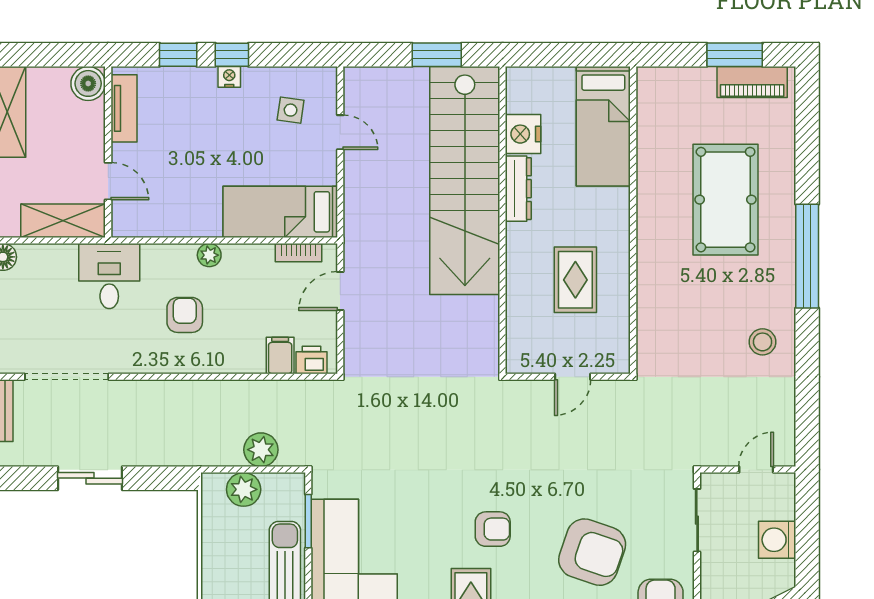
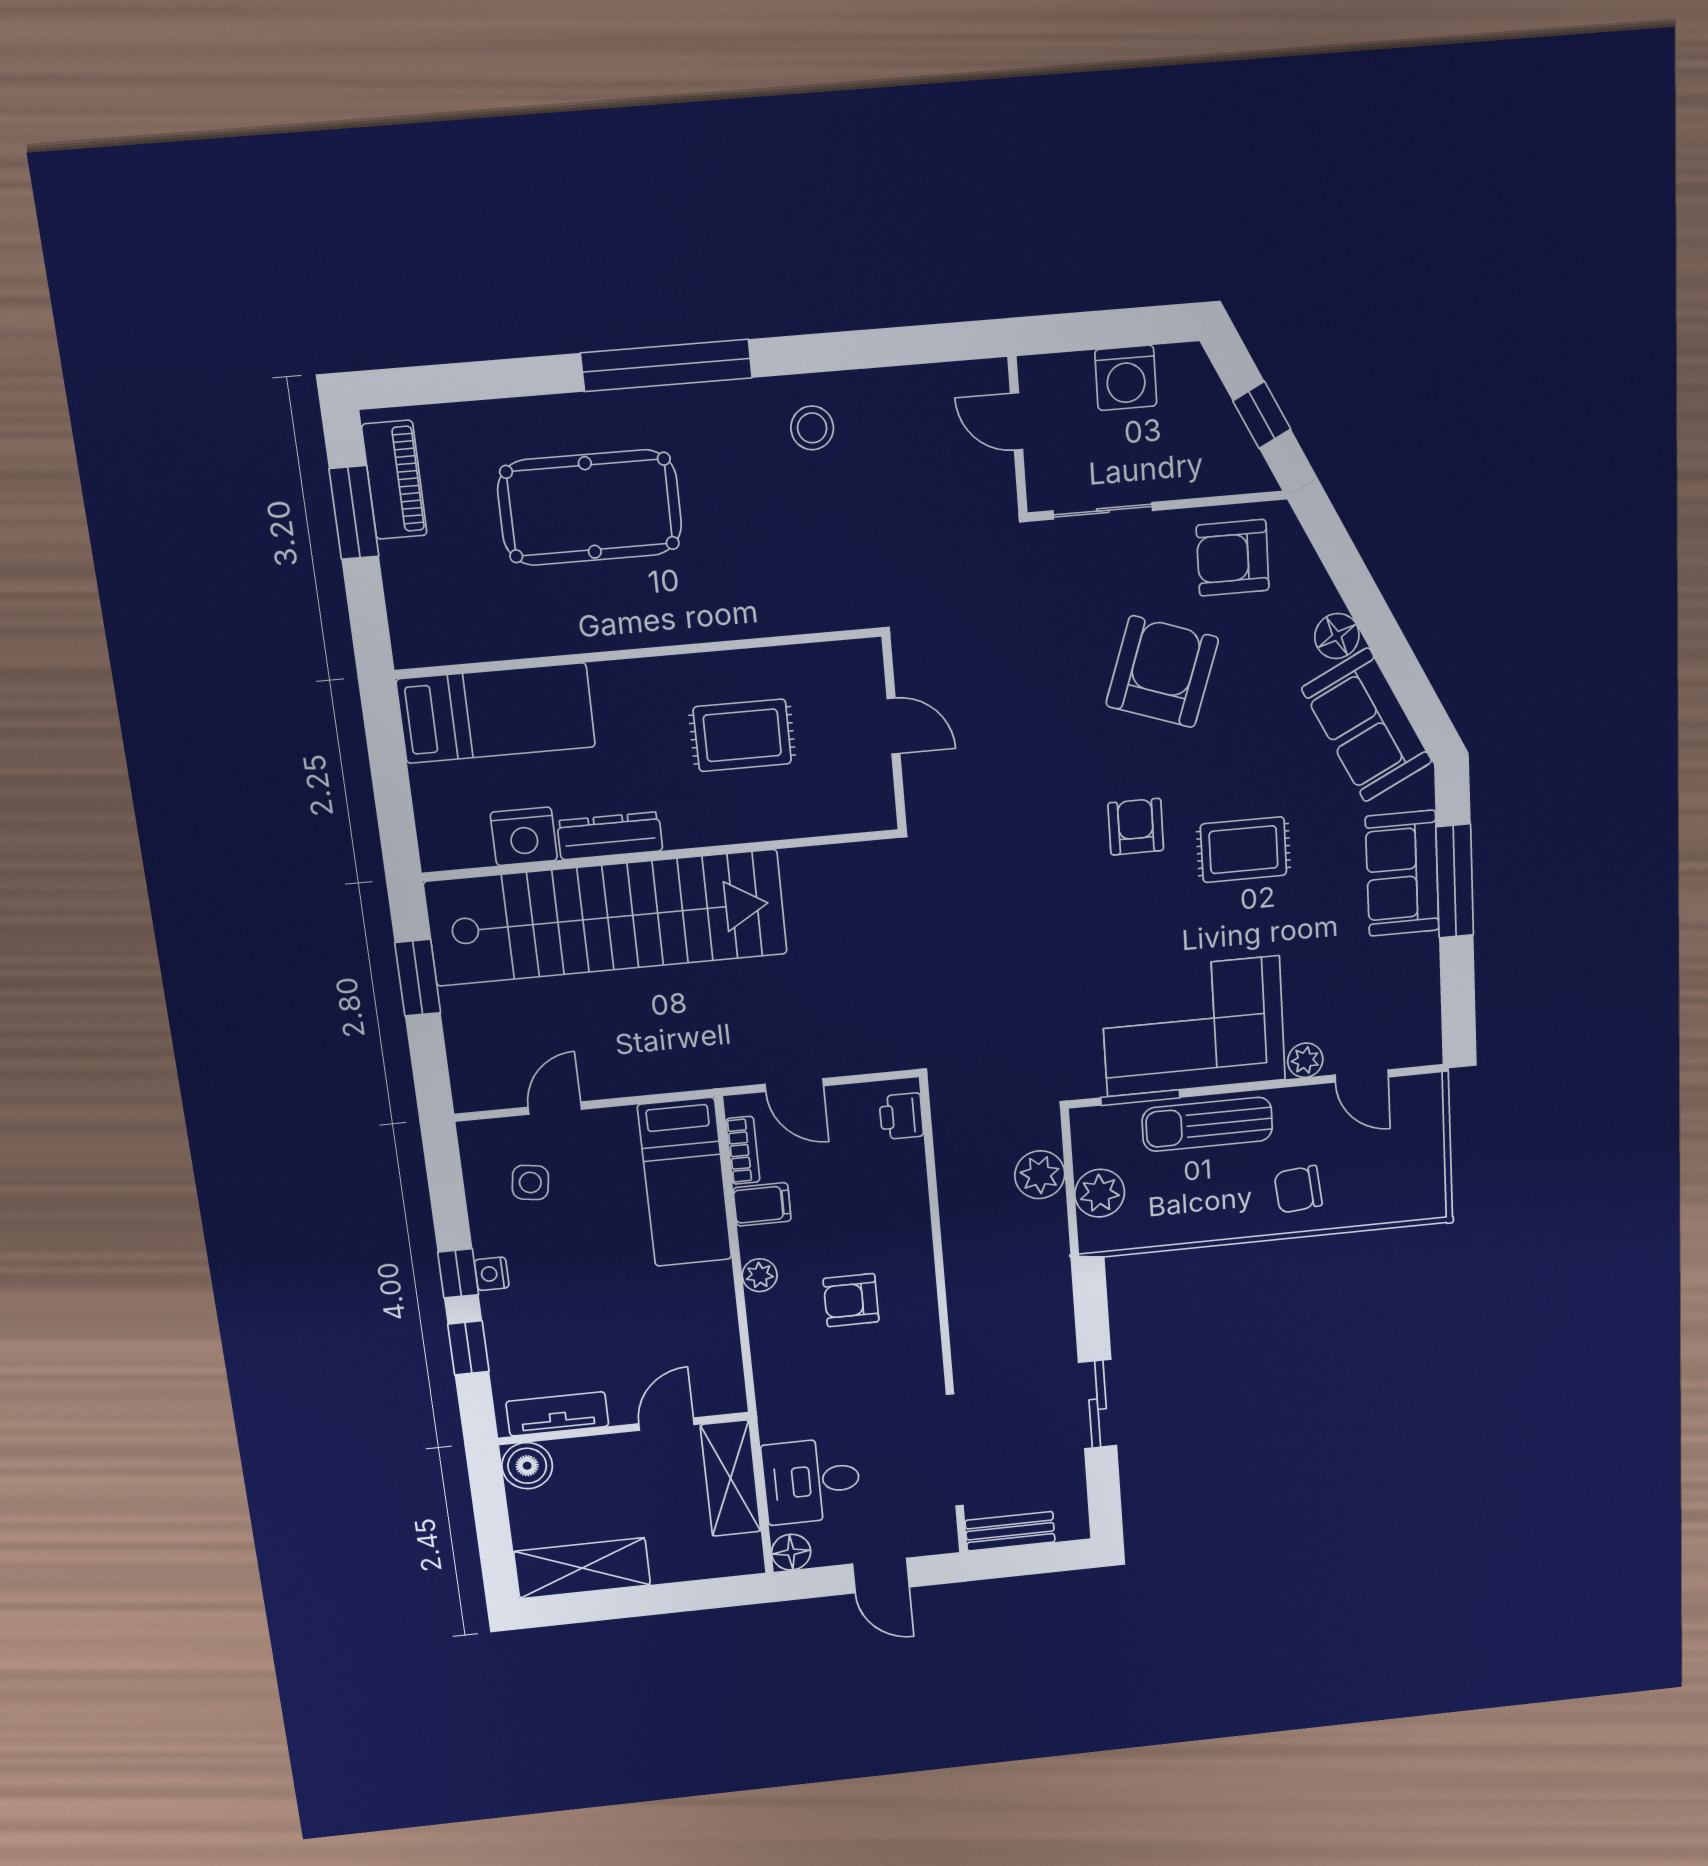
desk: (109, 276) -> (812, 1481), moved
filing cabinet: (280, 355) -> (762, 1204), moved, turned 180

